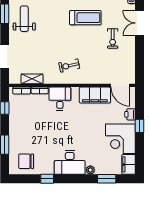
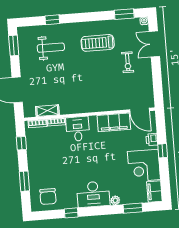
treadmill: (85, 18) -> (98, 43), turned 180
weight bench: (24, 19) -> (51, 48), moved, turned 90
exercise bike: (69, 66) -> (85, 94), removed
chair: (26, 161) -> (48, 197), turned -90

